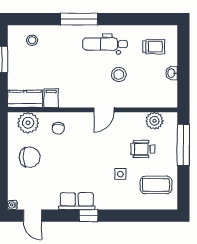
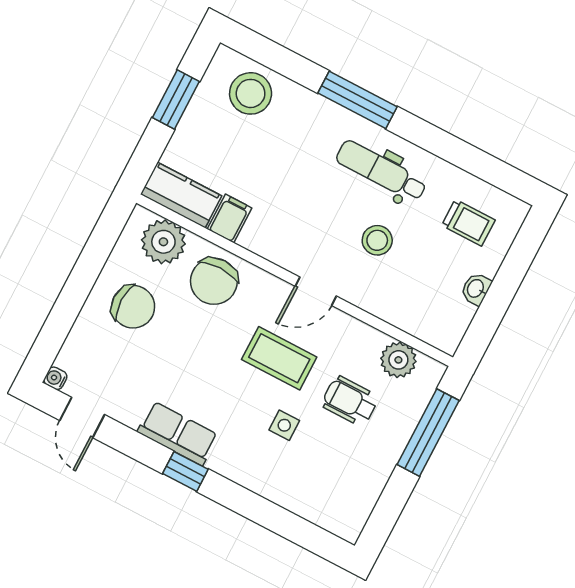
stool: (32, 40) -> (251, 93), width x1.89, depth x1.89
chair: (58, 128) -> (214, 281), width x1.87, depth x1.87
coffee table: (156, 185) -> (279, 358), moved

